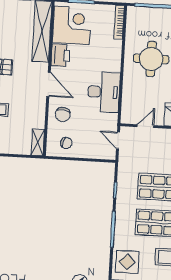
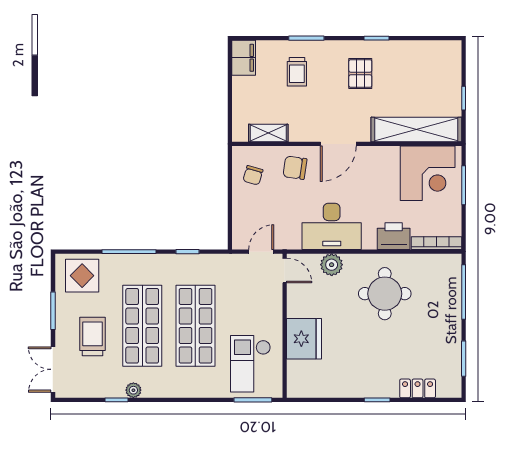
printer: (61, 55) -> (394, 236), moved, turned 180
plant: (130, 94) -> (332, 265), added
door: (145, 126) -> (285, 270), moved
shelving: (38, 142) -> (268, 133), moved

